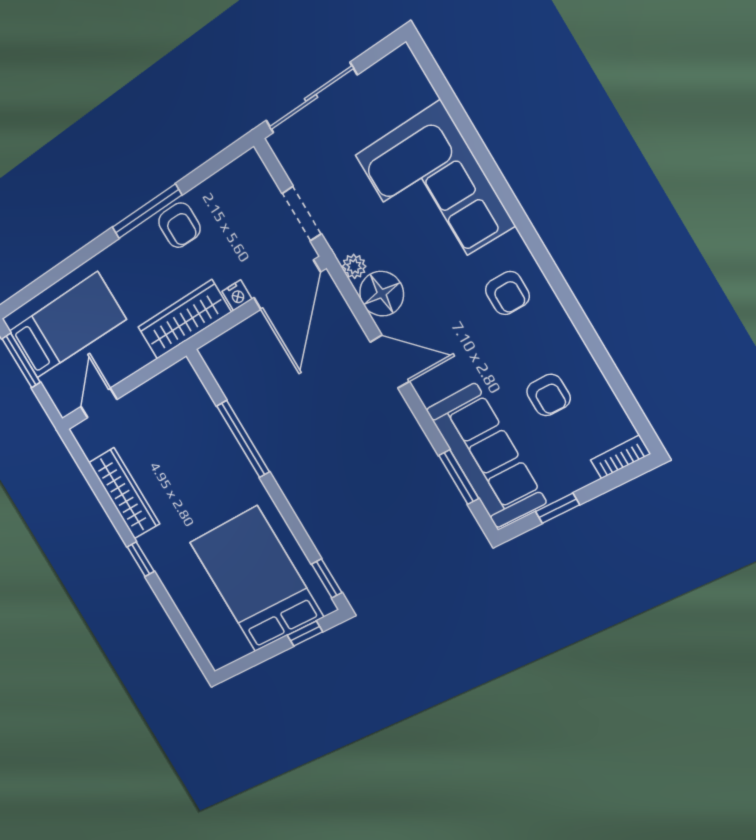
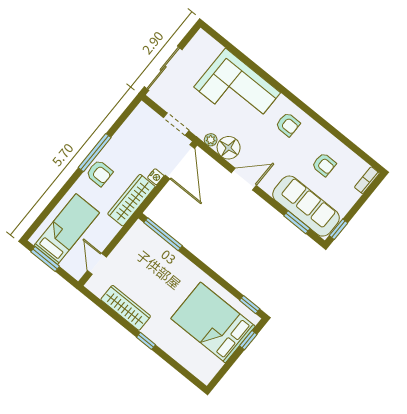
armchair: (179, 225) -> (99, 173), moved
window: (243, 439) -> (163, 234), moved
window: (558, 508) -> (338, 229), moved

